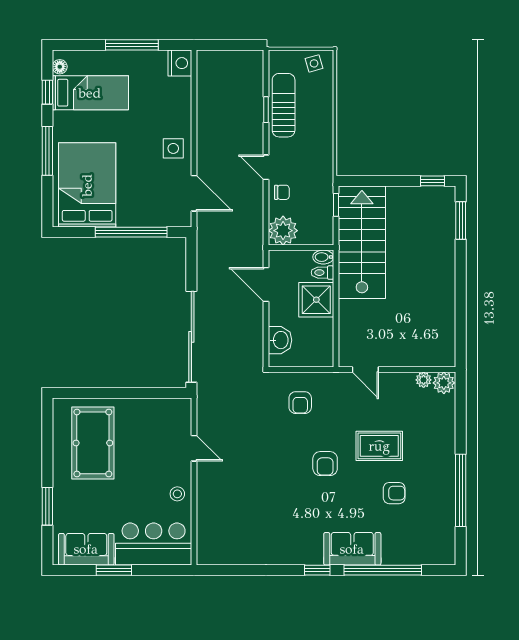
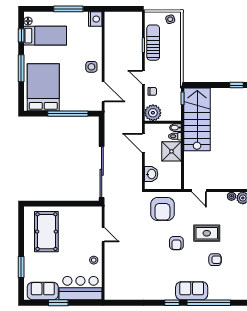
armchair: (300, 403) -> (162, 209), width x1.88, depth x1.88

